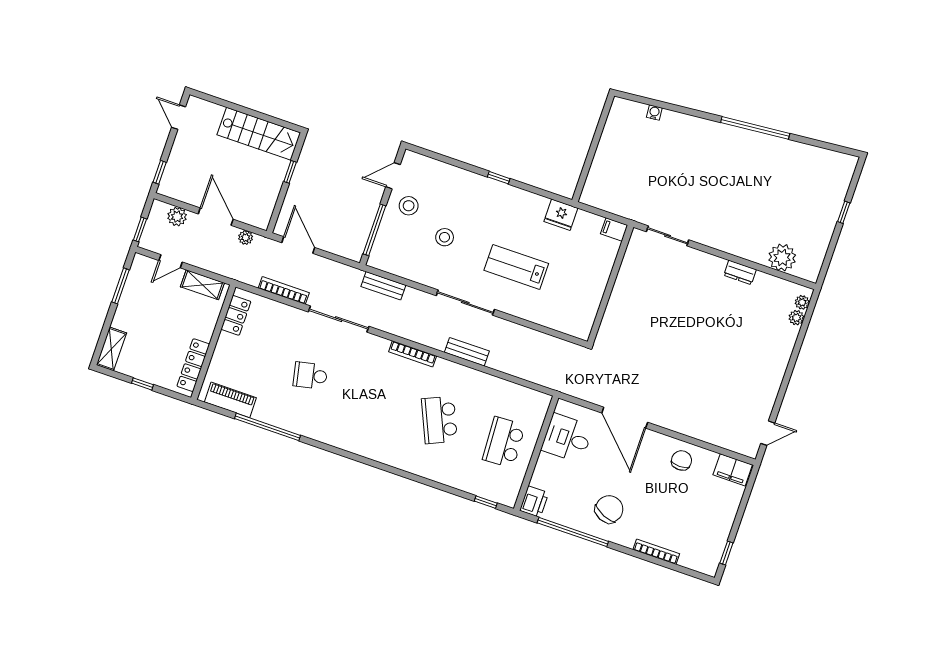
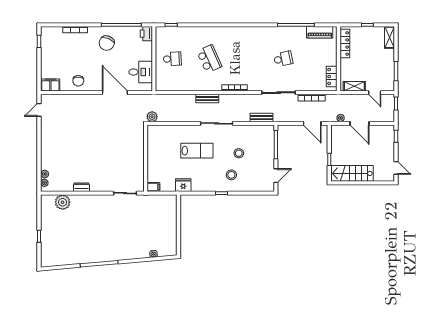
stool: (409, 206) -> (231, 175), moved
plant: (177, 217) -> (152, 117), moved
door: (171, 261) -> (375, 93), swing flipped
school desk: (504, 442) -> (172, 59), width x0.54

